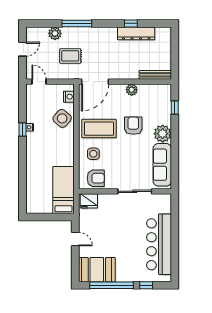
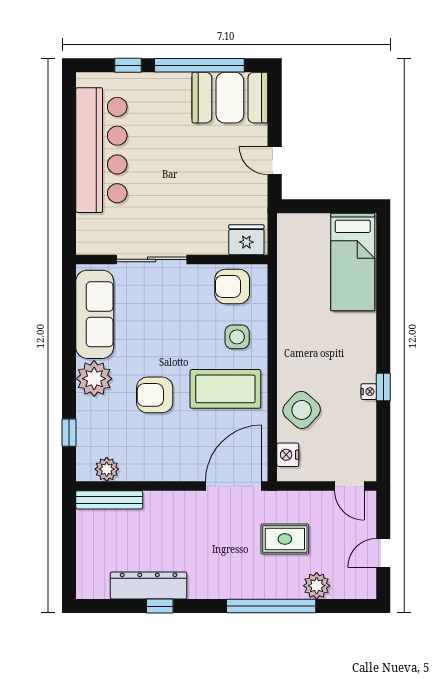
window: (77, 23) -> (271, 606), width x1.46
plant: (132, 90) -> (107, 469), moved
armchair: (133, 126) -> (155, 395), turned 90
bed: (63, 190) -> (353, 262), moved

